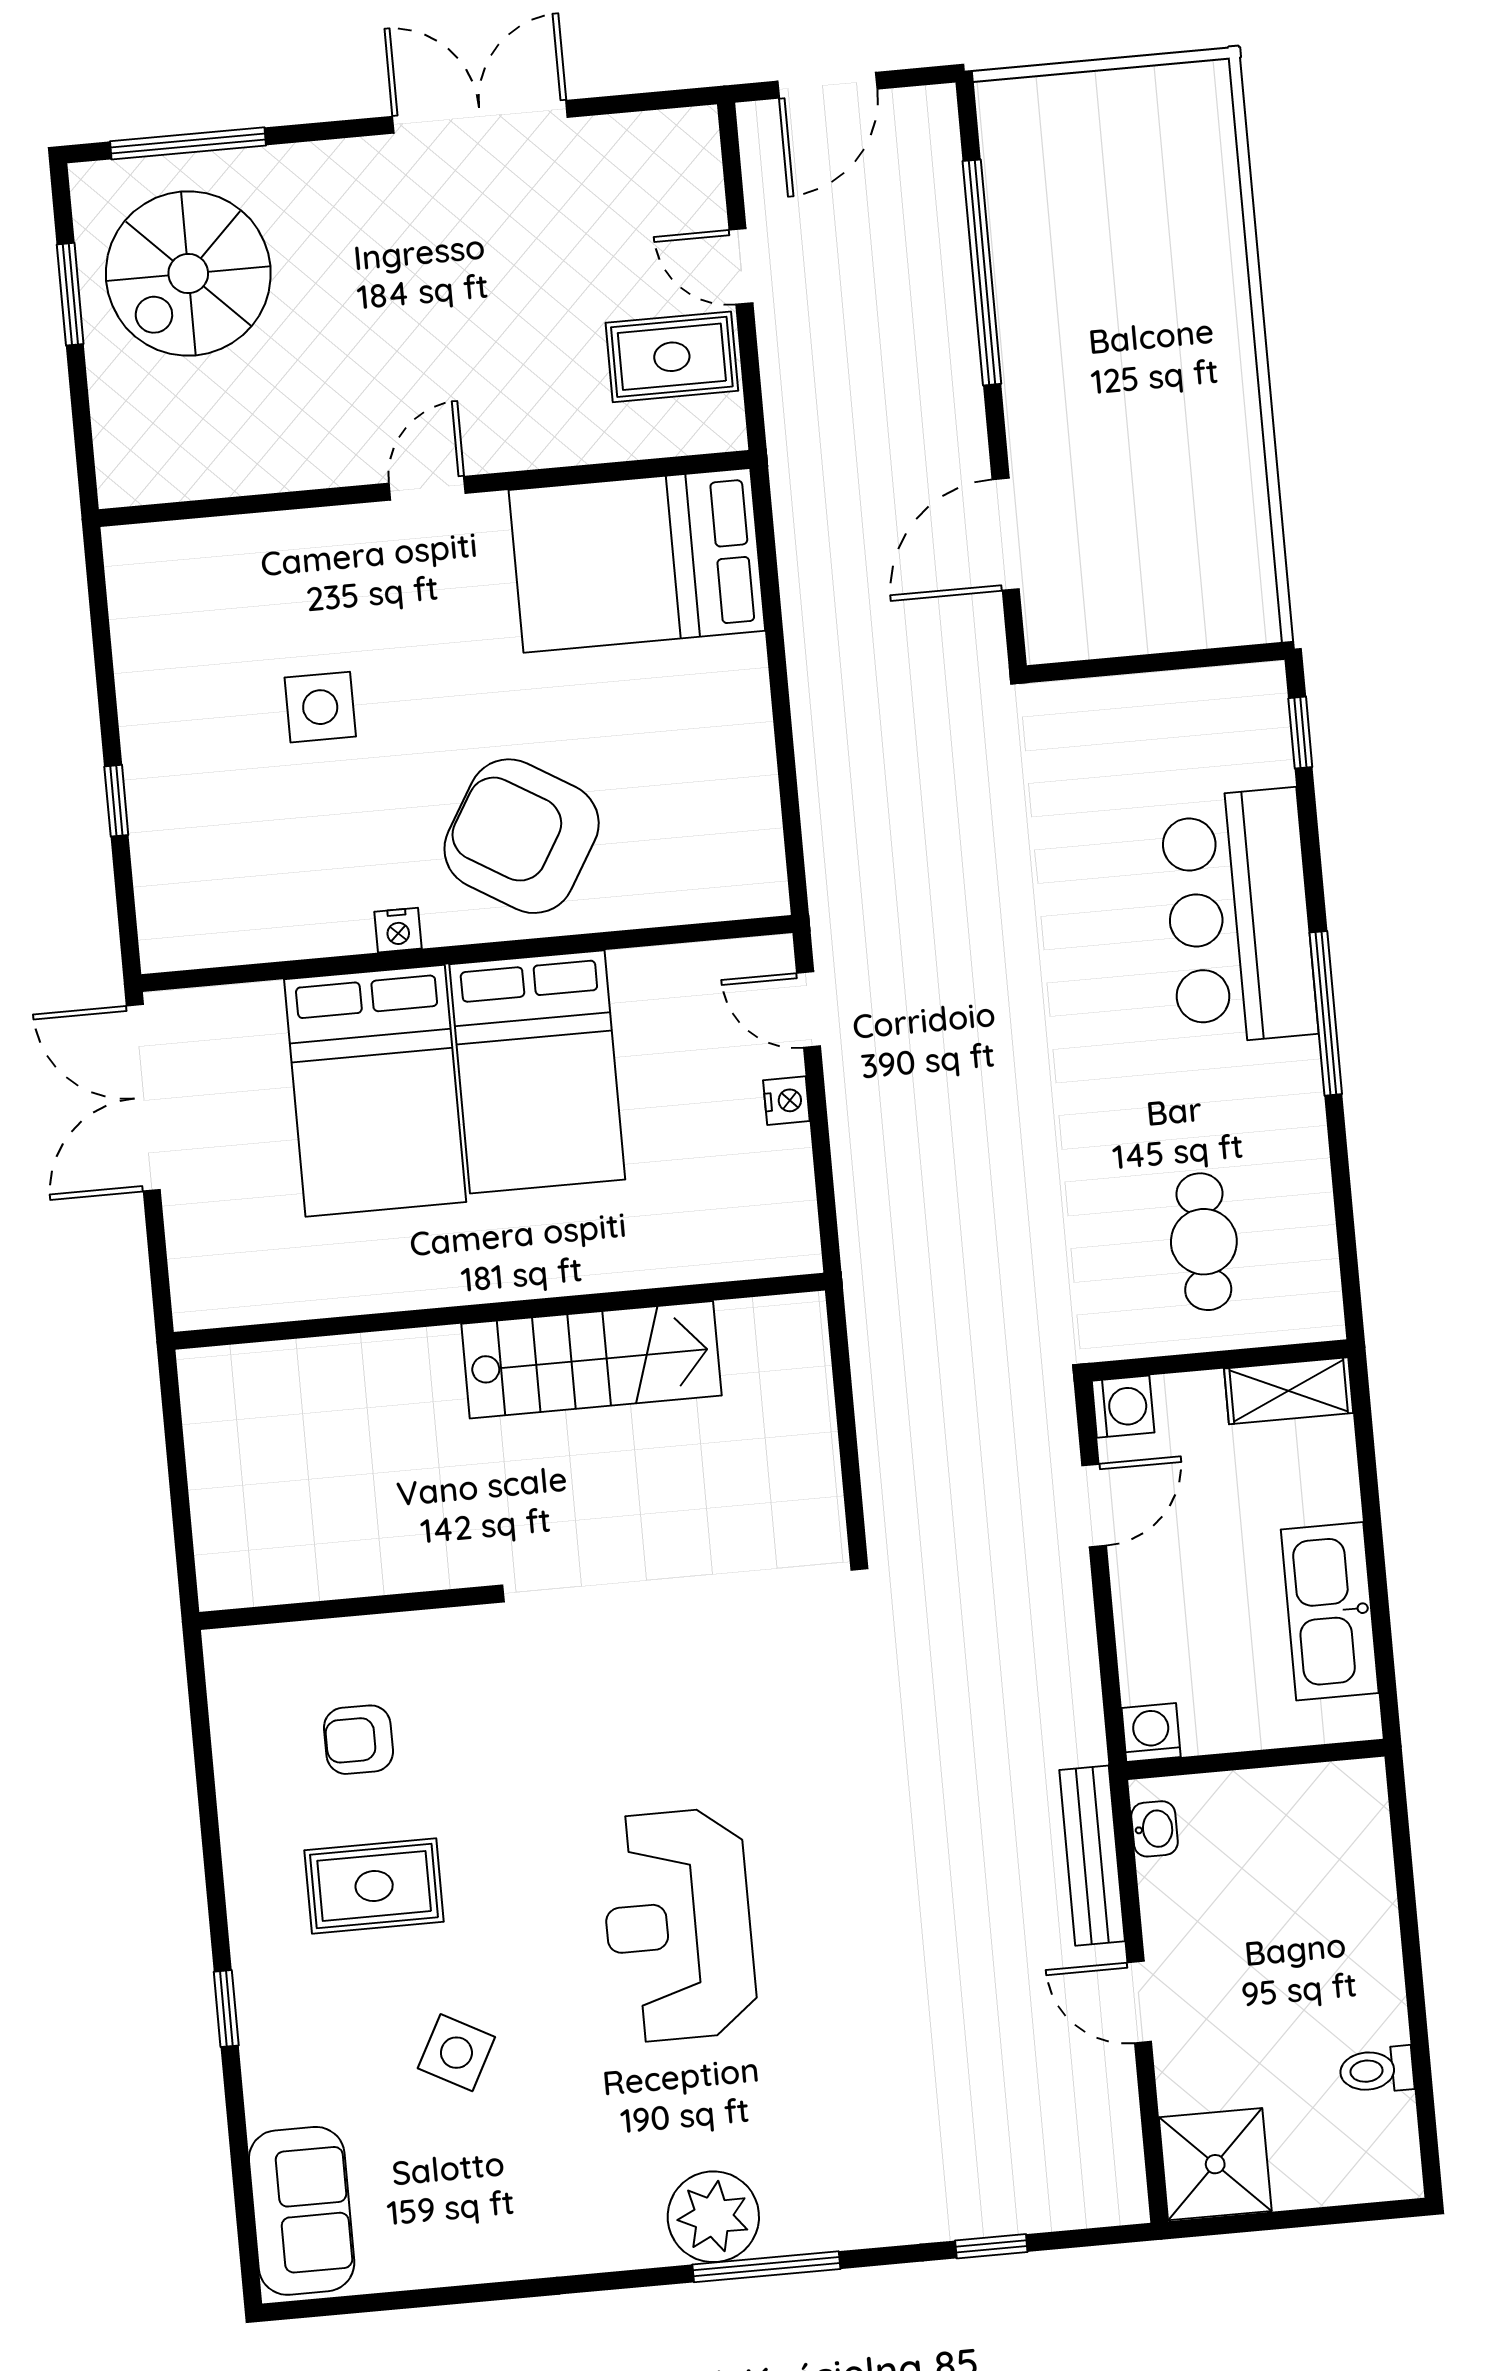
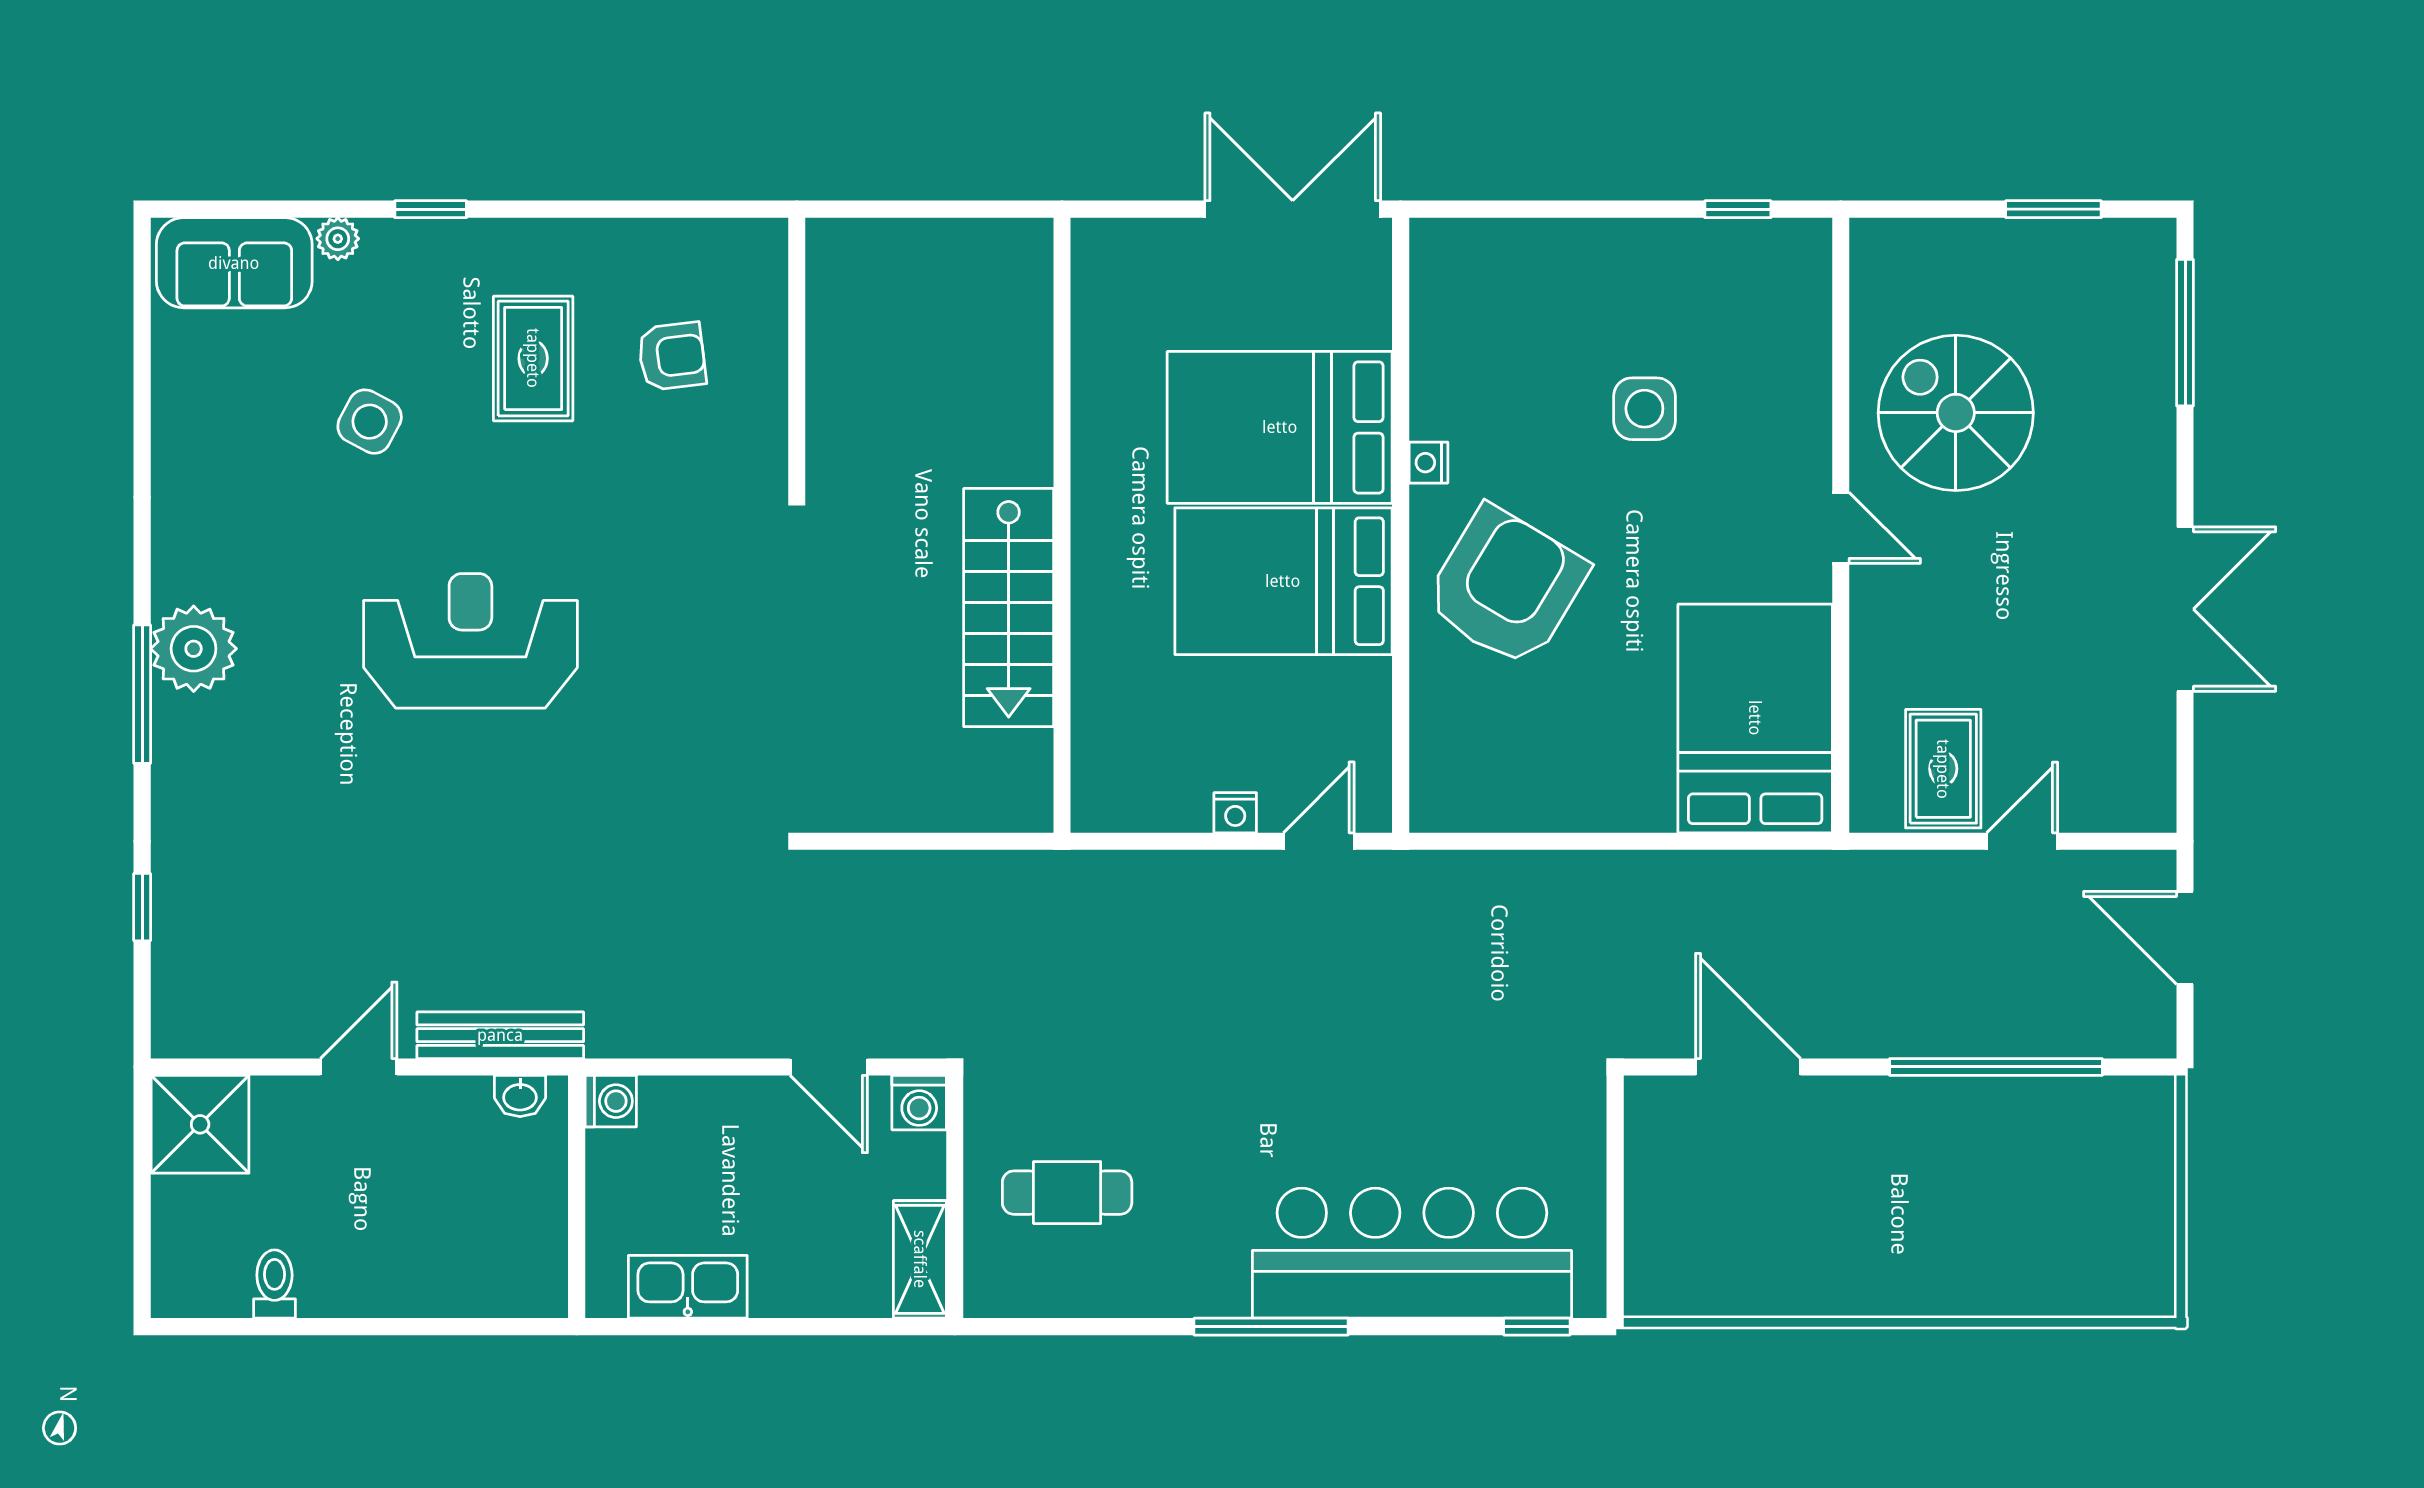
spiral stairs: (188, 273) -> (1956, 413), moved
window: (116, 801) -> (1738, 209), moved
bar counter: (1239, 917) -> (1412, 1253), width x1.36
kitchen sink: (1330, 1611) -> (688, 1287), width x0.73, depth x0.81
armchair: (358, 1740) -> (672, 356), turned 83
plant: (266, 2104) -> (338, 239), added

